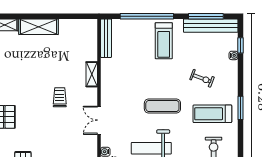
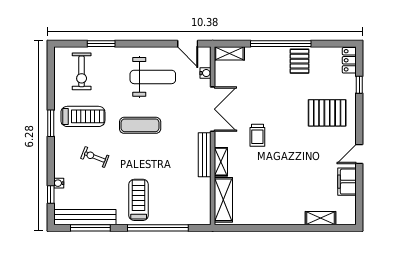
shelving: (39, 27) -> (223, 200), moved, turned 90
bench: (106, 38) -> (205, 155), moved
double door: (99, 120) -> (213, 109), width x1.37

